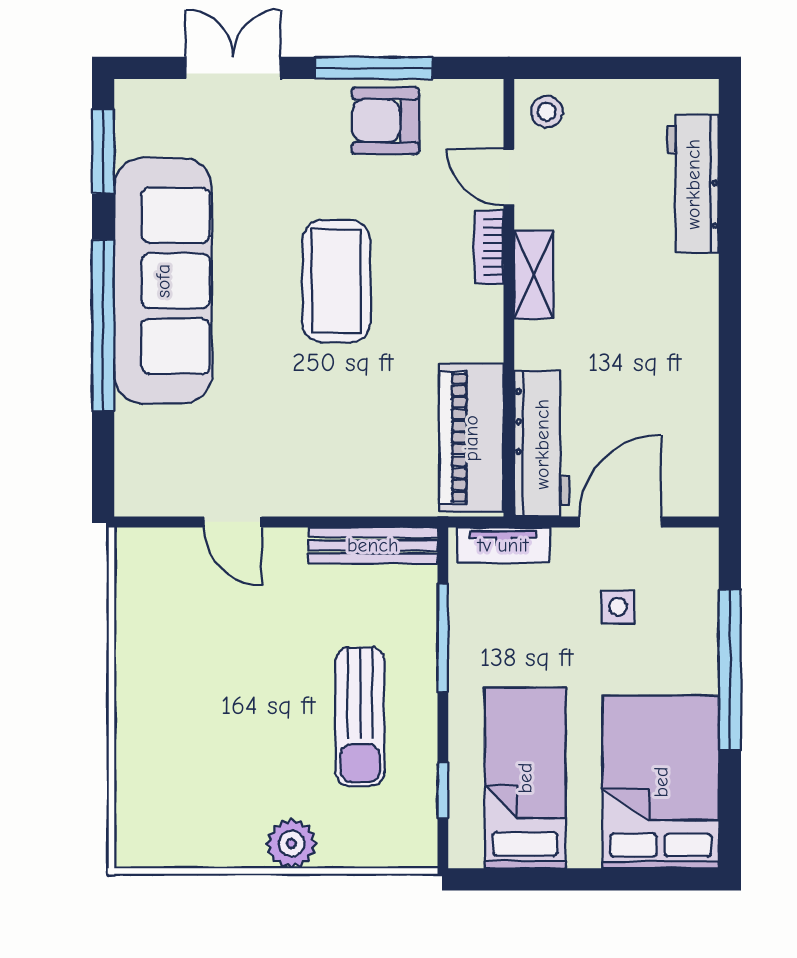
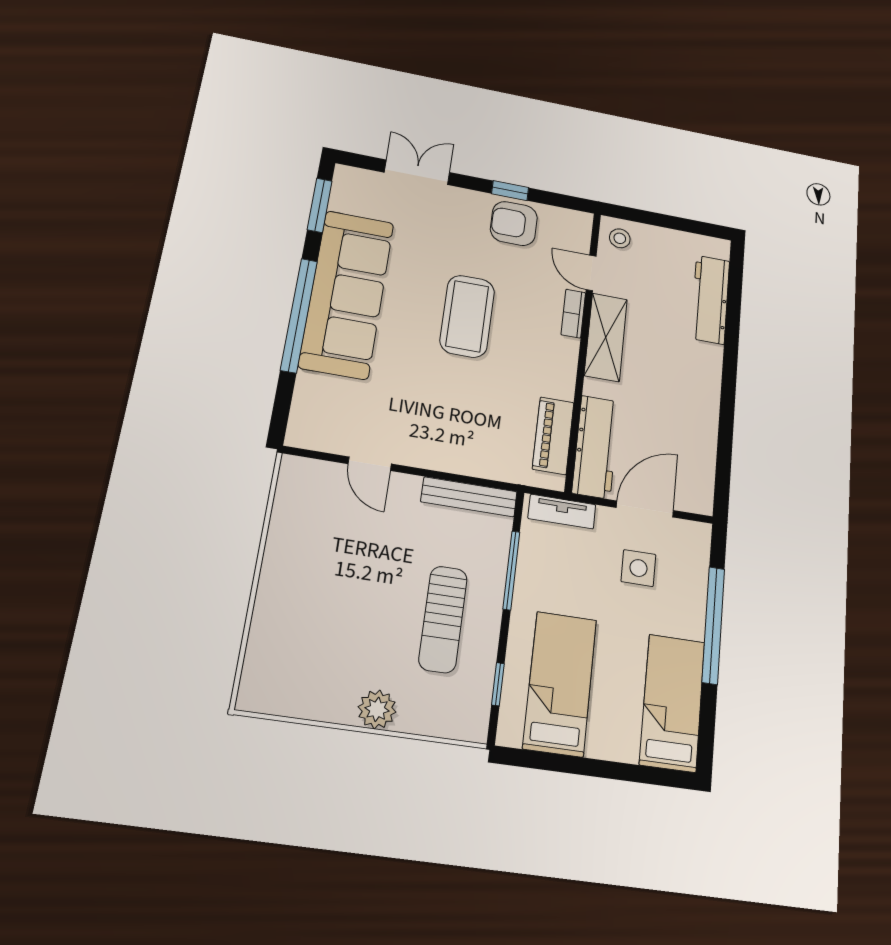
window: (374, 68) -> (510, 191), width x0.46
shelving: (534, 275) -> (606, 337), width x1.50, depth x1.33
piano: (471, 438) -> (553, 436), width x0.73, depth x0.75
side table: (618, 607) -> (638, 568), width x1.37, depth x1.37
bed: (661, 782) -> (672, 703), width x0.67

